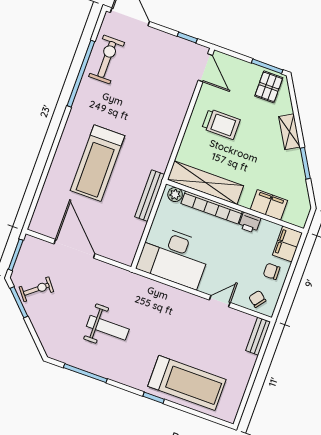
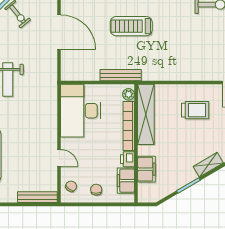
trolley: (221, 124) -> (195, 110), turned -90
treadmill: (98, 163) -> (131, 26), width x0.73, depth x0.73
filing cabinet: (287, 244) -> (126, 181), moved, turned -90
door: (74, 249) -> (59, 32), hinge flipped
bench: (258, 336) -> (37, 197), width x1.36

